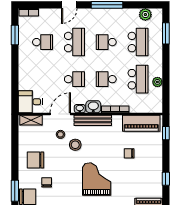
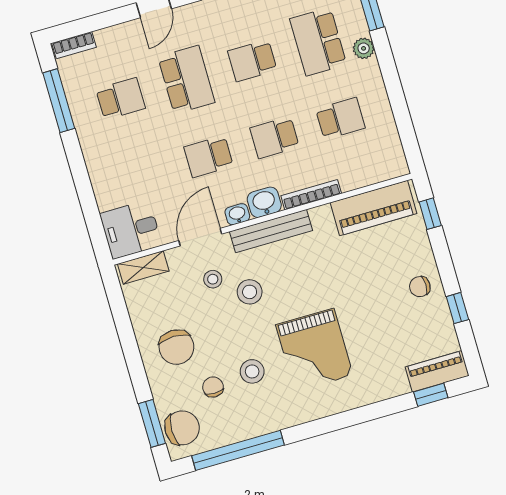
window: (15, 35) -> (59, 101), width x1.44
school desk: (138, 42) -> (318, 42), turned 180
school desk: (74, 79) -> (209, 157), turned 180
school desk: (138, 79) -> (340, 119), width x0.54
plant: (157, 82) -> (364, 48), moved
chair: (129, 153) -> (420, 287), moved
chair: (36, 160) -> (176, 347), turned -90
grand piano: (97, 179) -> (314, 350), turned 180
stool: (66, 181) -> (252, 371), added

